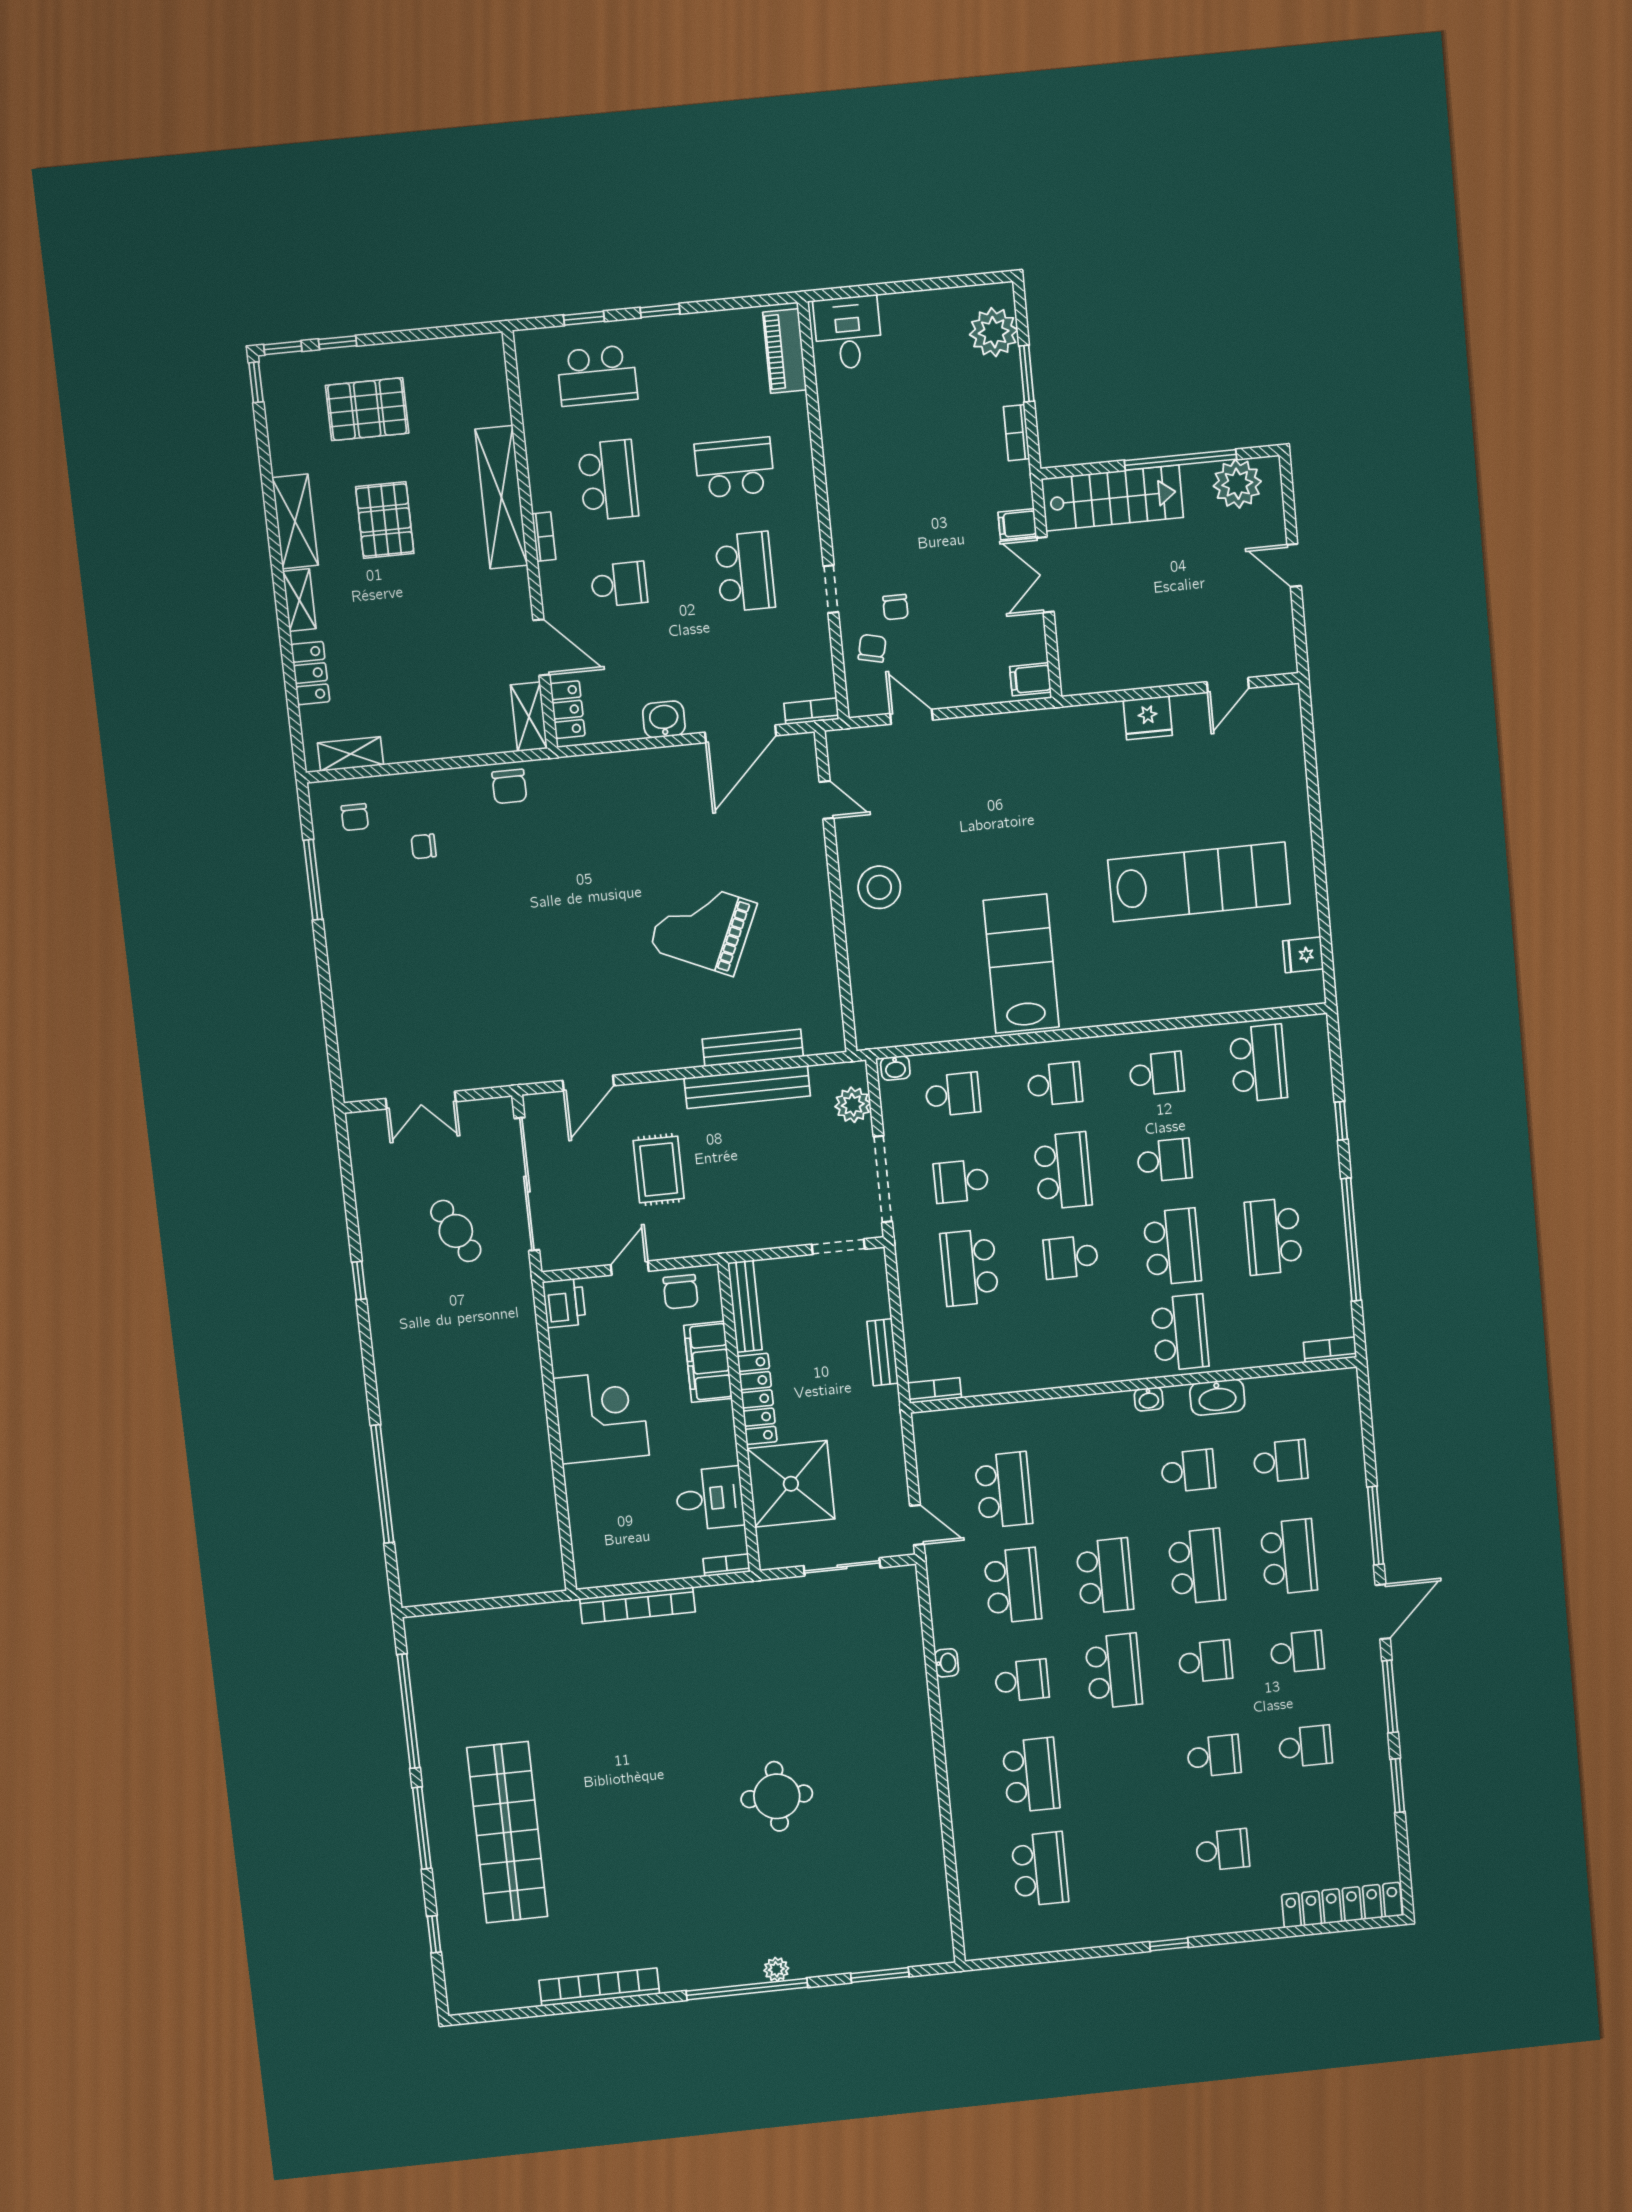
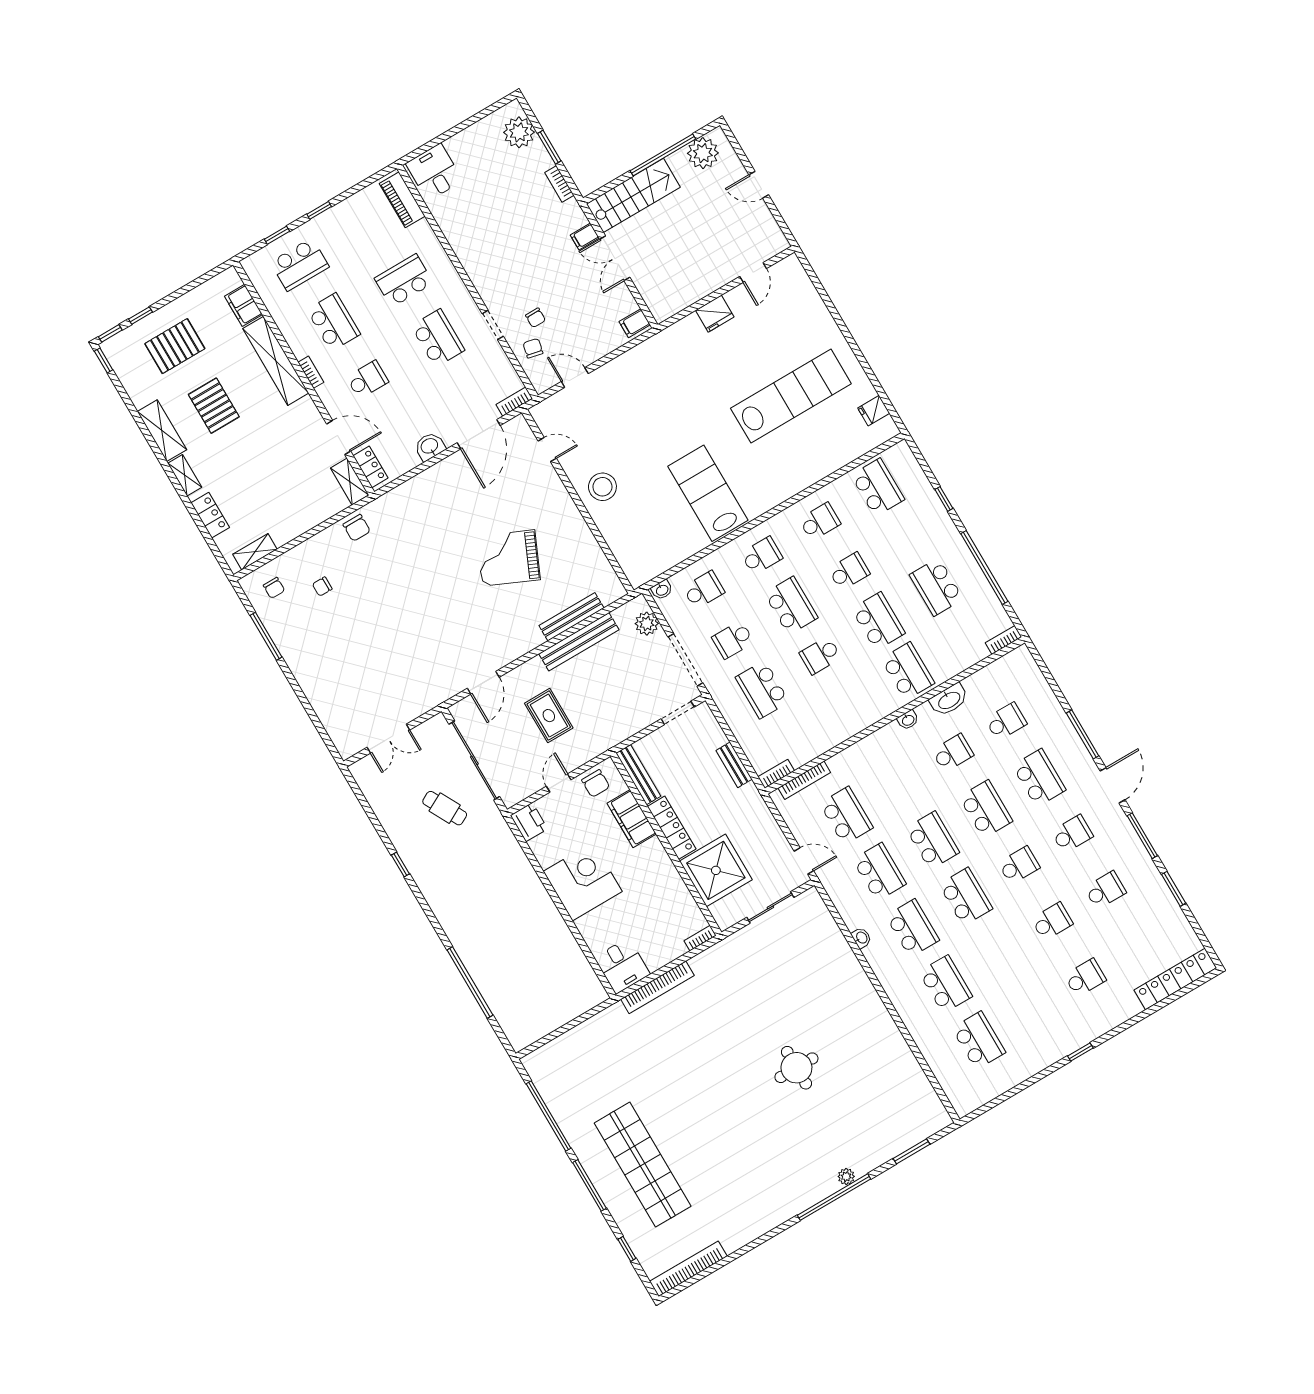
filing cabinet: (491, 397) -> (244, 305), added
bookcase: (969, 1417) -> (804, 780), added
desk: (710, 1499) -> (622, 966), moved, turned 90
school desk: (1022, 1681) -> (912, 928), width x1.85
bookcase: (599, 1987) -> (688, 1269), moved

